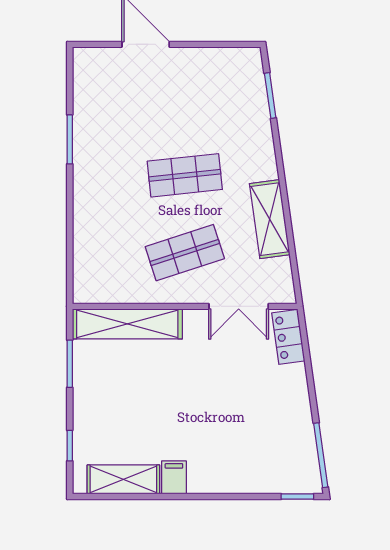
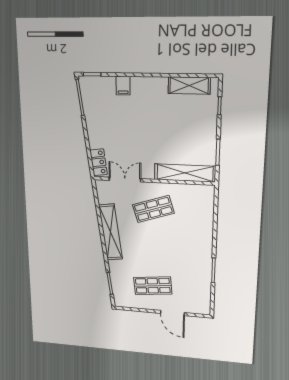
shop shelf: (185, 175) -> (153, 286), moved
shelving: (270, 219) -> (111, 232), width x1.47
filing cabinet: (174, 477) -> (123, 86), moved

